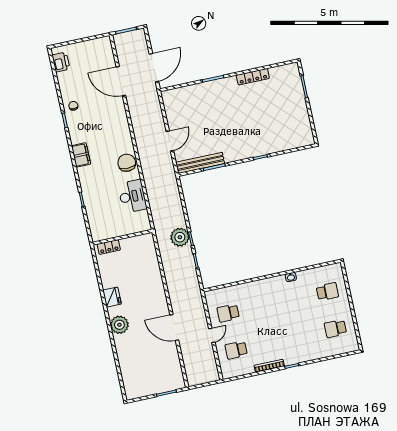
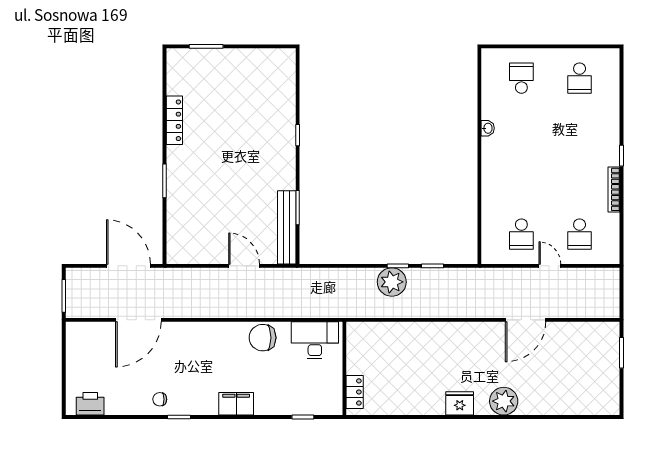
wall: (122, 237) -> (344, 368), moved
locker: (109, 247) -> (355, 392), moved

